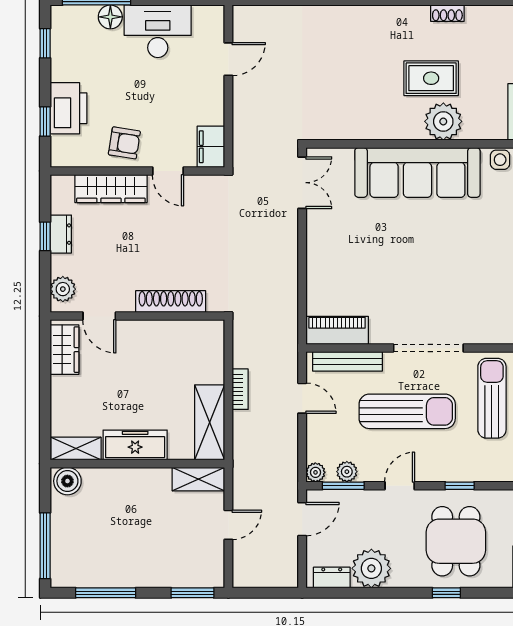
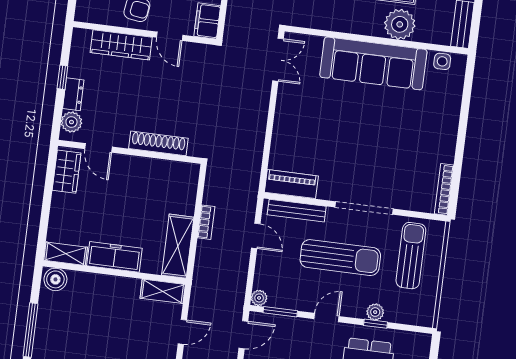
dresser: (61, 234) -> (73, 94), moved
plant: (347, 472) -> (375, 312), moved

